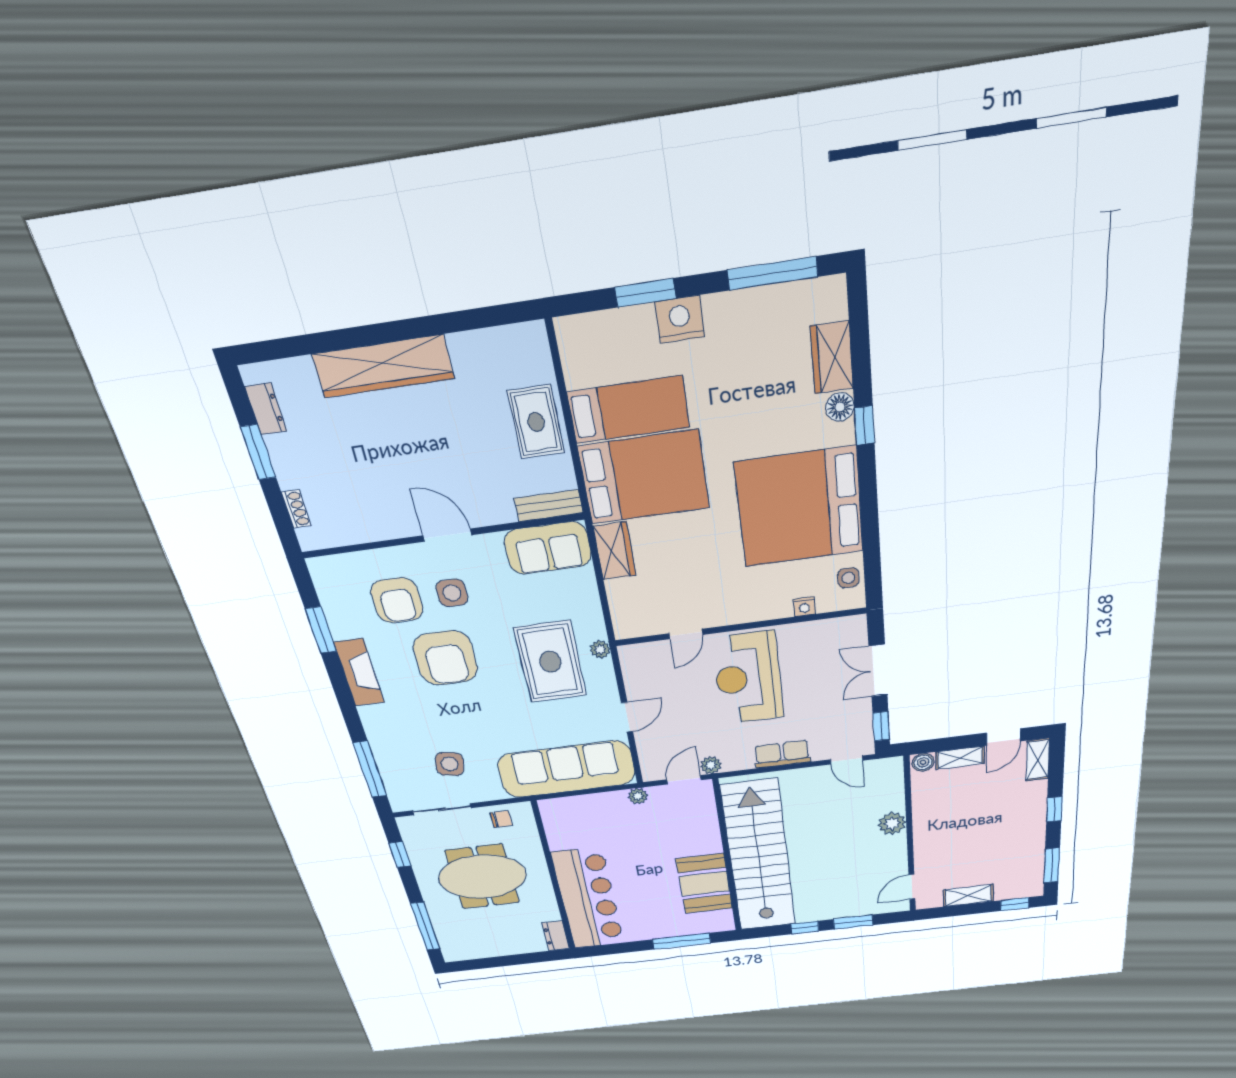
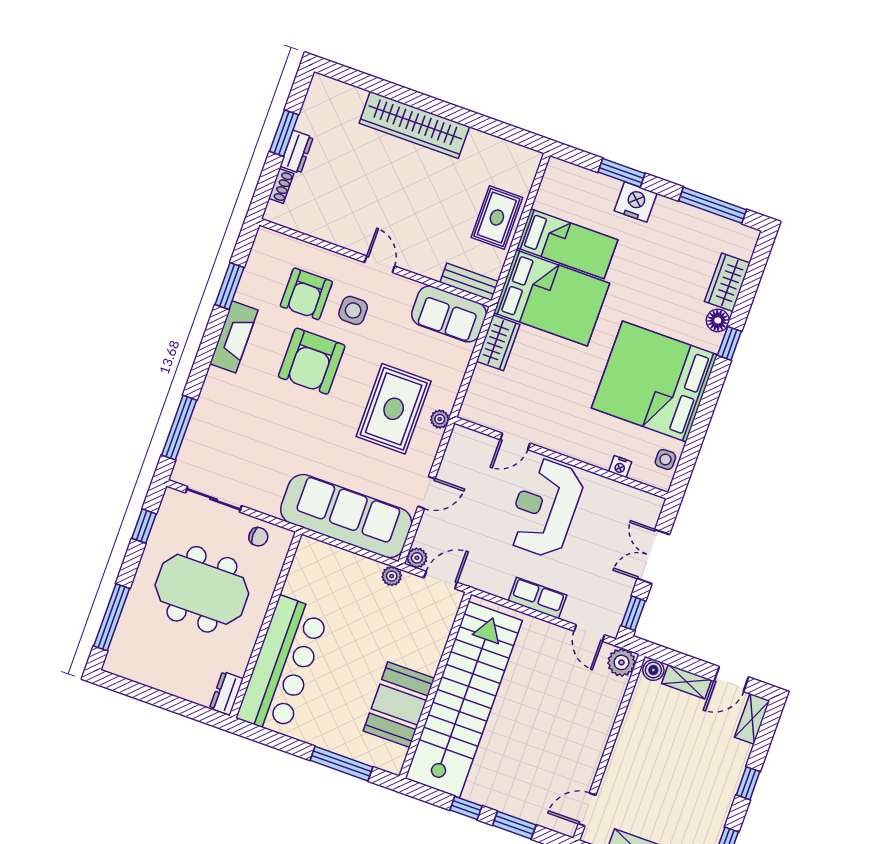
dresser: (266, 409) -> (297, 152), moved
door: (447, 535) -> (380, 264), width x0.73
side table: (450, 764) -> (250, 458), removed
plant: (711, 765) -> (417, 558), moved
plant: (892, 823) -> (621, 662), moved

